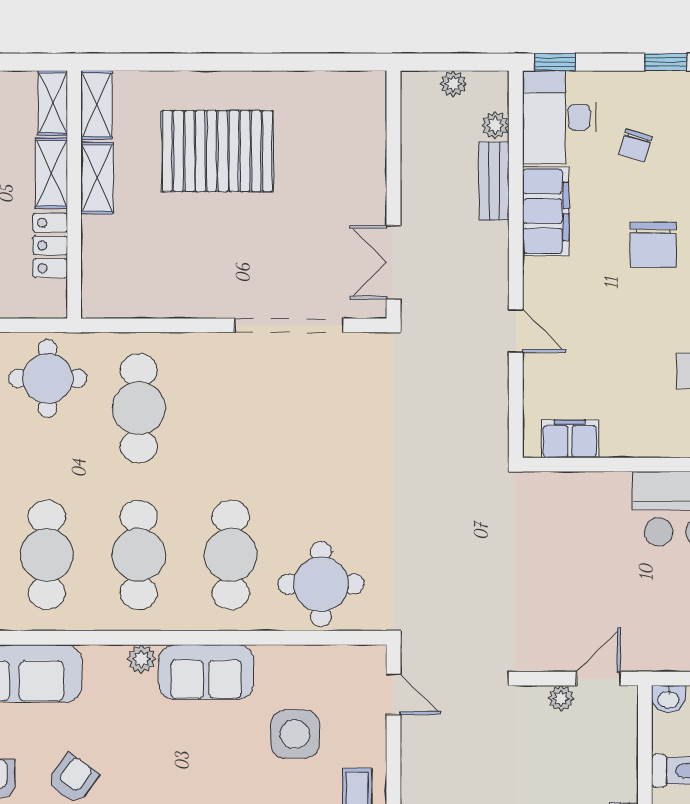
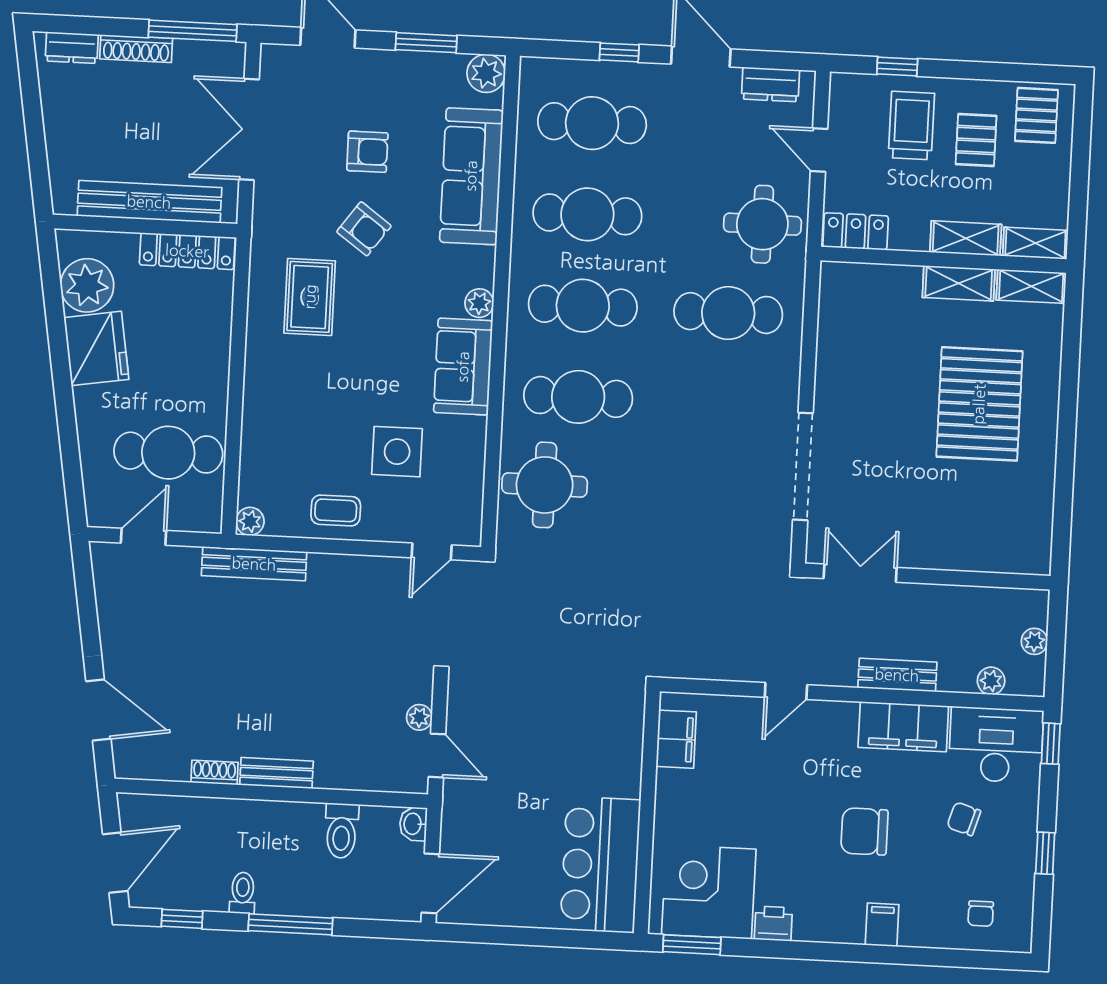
bench: (494, 181) -> (897, 675), moved
locker: (50, 246) -> (856, 231), moved

